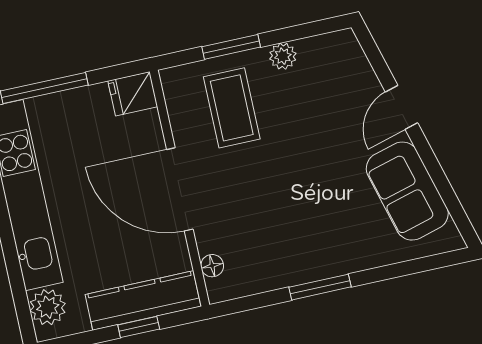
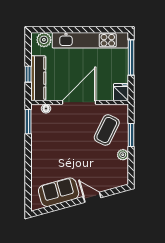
coffee table: (232, 108) -> (107, 130), turned -64
window: (320, 287) -> (28, 122), moved

